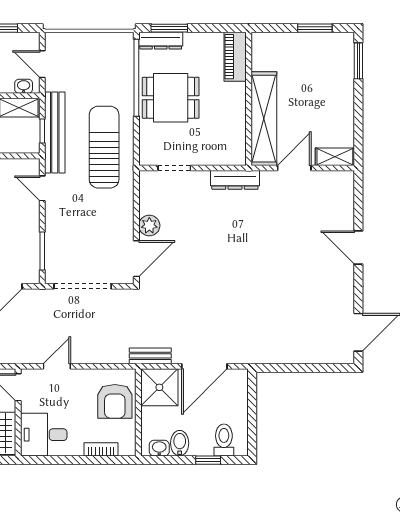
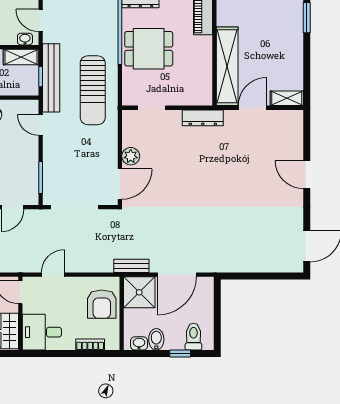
sun lounger: (104, 147) -> (93, 90), turned 180

